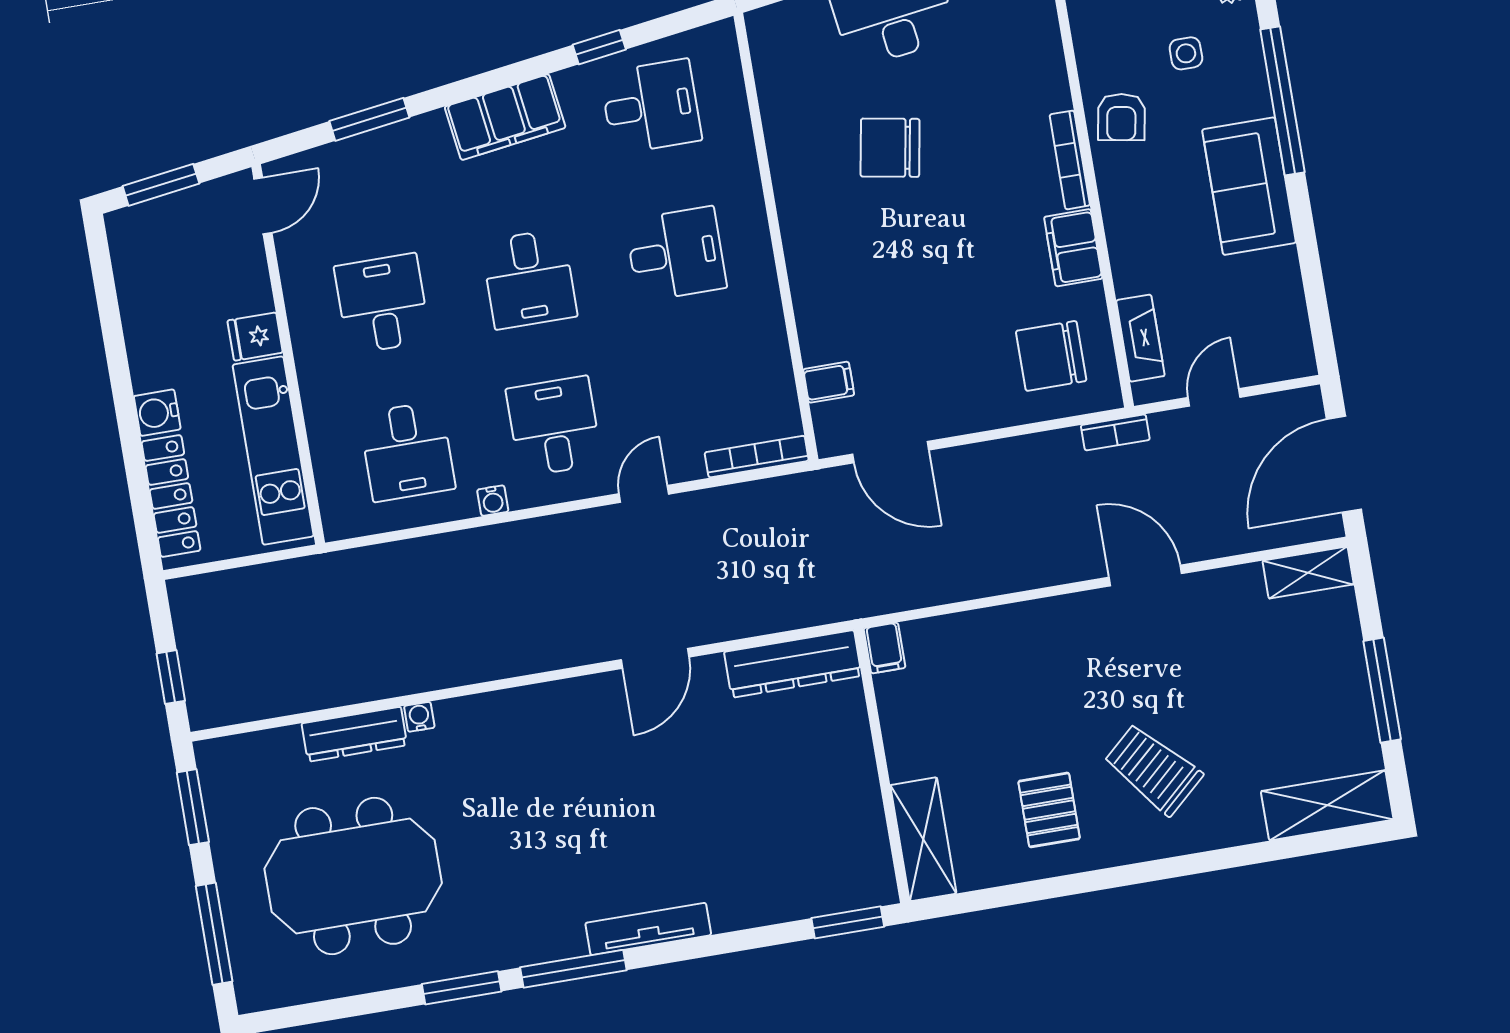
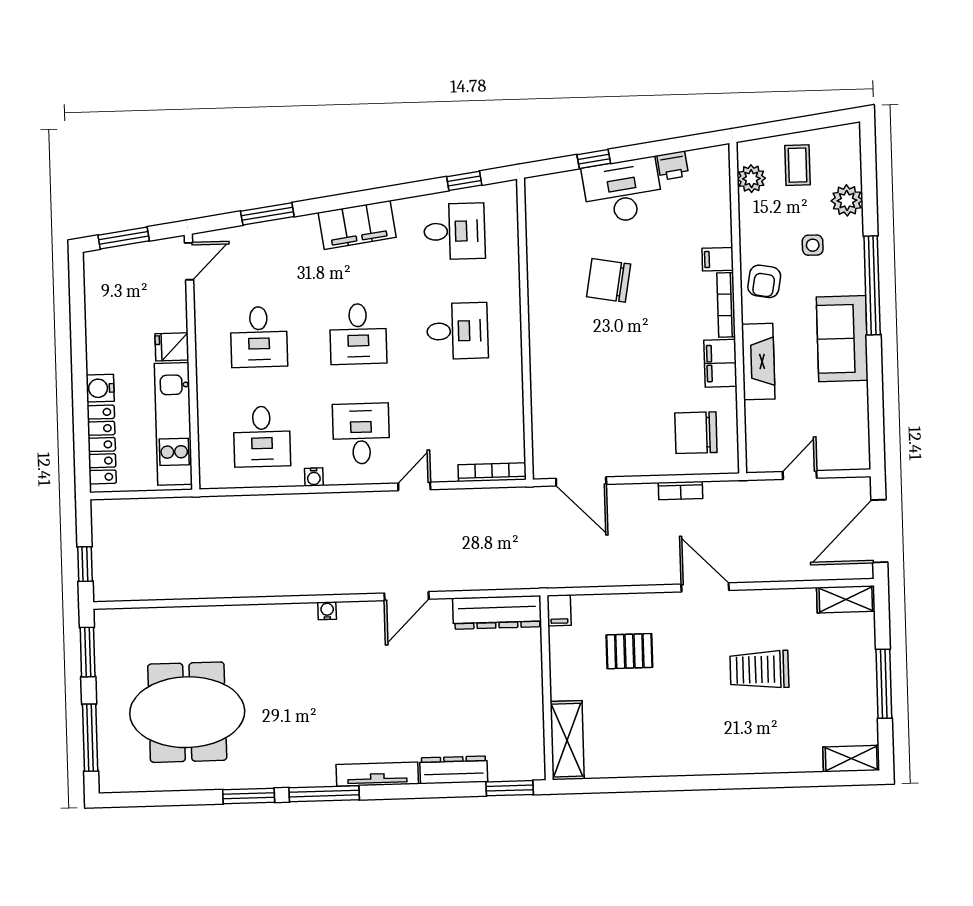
window: (599, 47) -> (464, 181), moved
desk: (382, 304) -> (259, 337), turned 180
fireplace: (1140, 338) -> (758, 362), moved, width x1.37, depth x1.32
filing cabinet: (829, 382) -> (718, 259), moved, turned 180
bookcase: (1115, 432) -> (681, 491), moved
door: (1145, 575) -> (705, 587), moved
water cooler: (419, 717) -> (327, 611), moved
dresser: (354, 734) -> (454, 770), moved, turned 180
trolley: (1153, 769) -> (759, 670), moved, turned -48
shelving: (1327, 805) -> (851, 759), width x0.67, depth x0.75
pallet: (1049, 810) -> (629, 651), moved, turned 90

